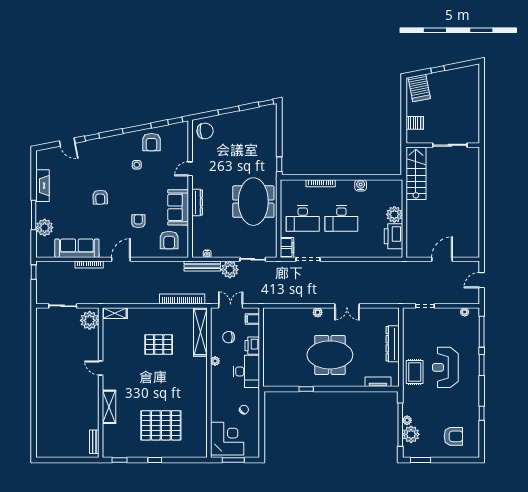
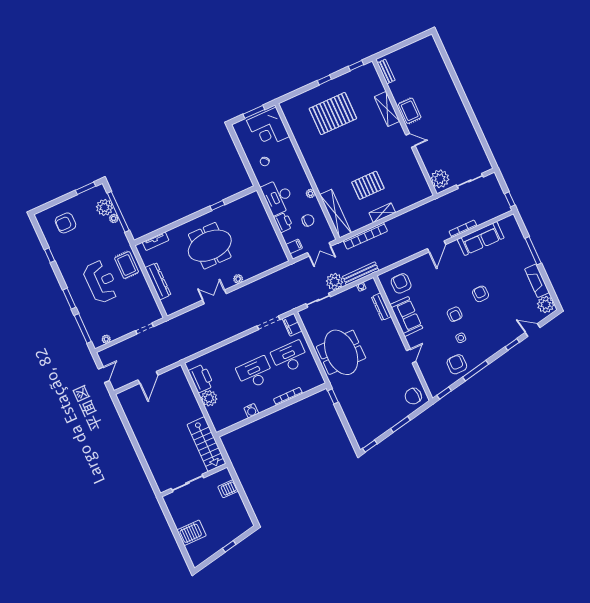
server rack: (419, 88) -> (192, 533), moved, turned 101
dresser: (197, 202) -> (381, 307), moved
armchair: (138, 221) -> (455, 314), moved
plant: (45, 228) -> (546, 304), moved
shelving: (115, 313) -> (382, 213), moved
rug: (89, 396) -> (410, 111), added

